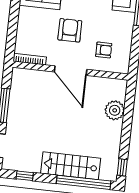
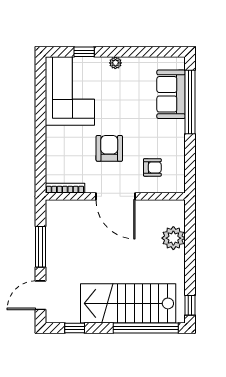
stairs: (71, 166) -> (128, 303), width x1.36, depth x1.51

